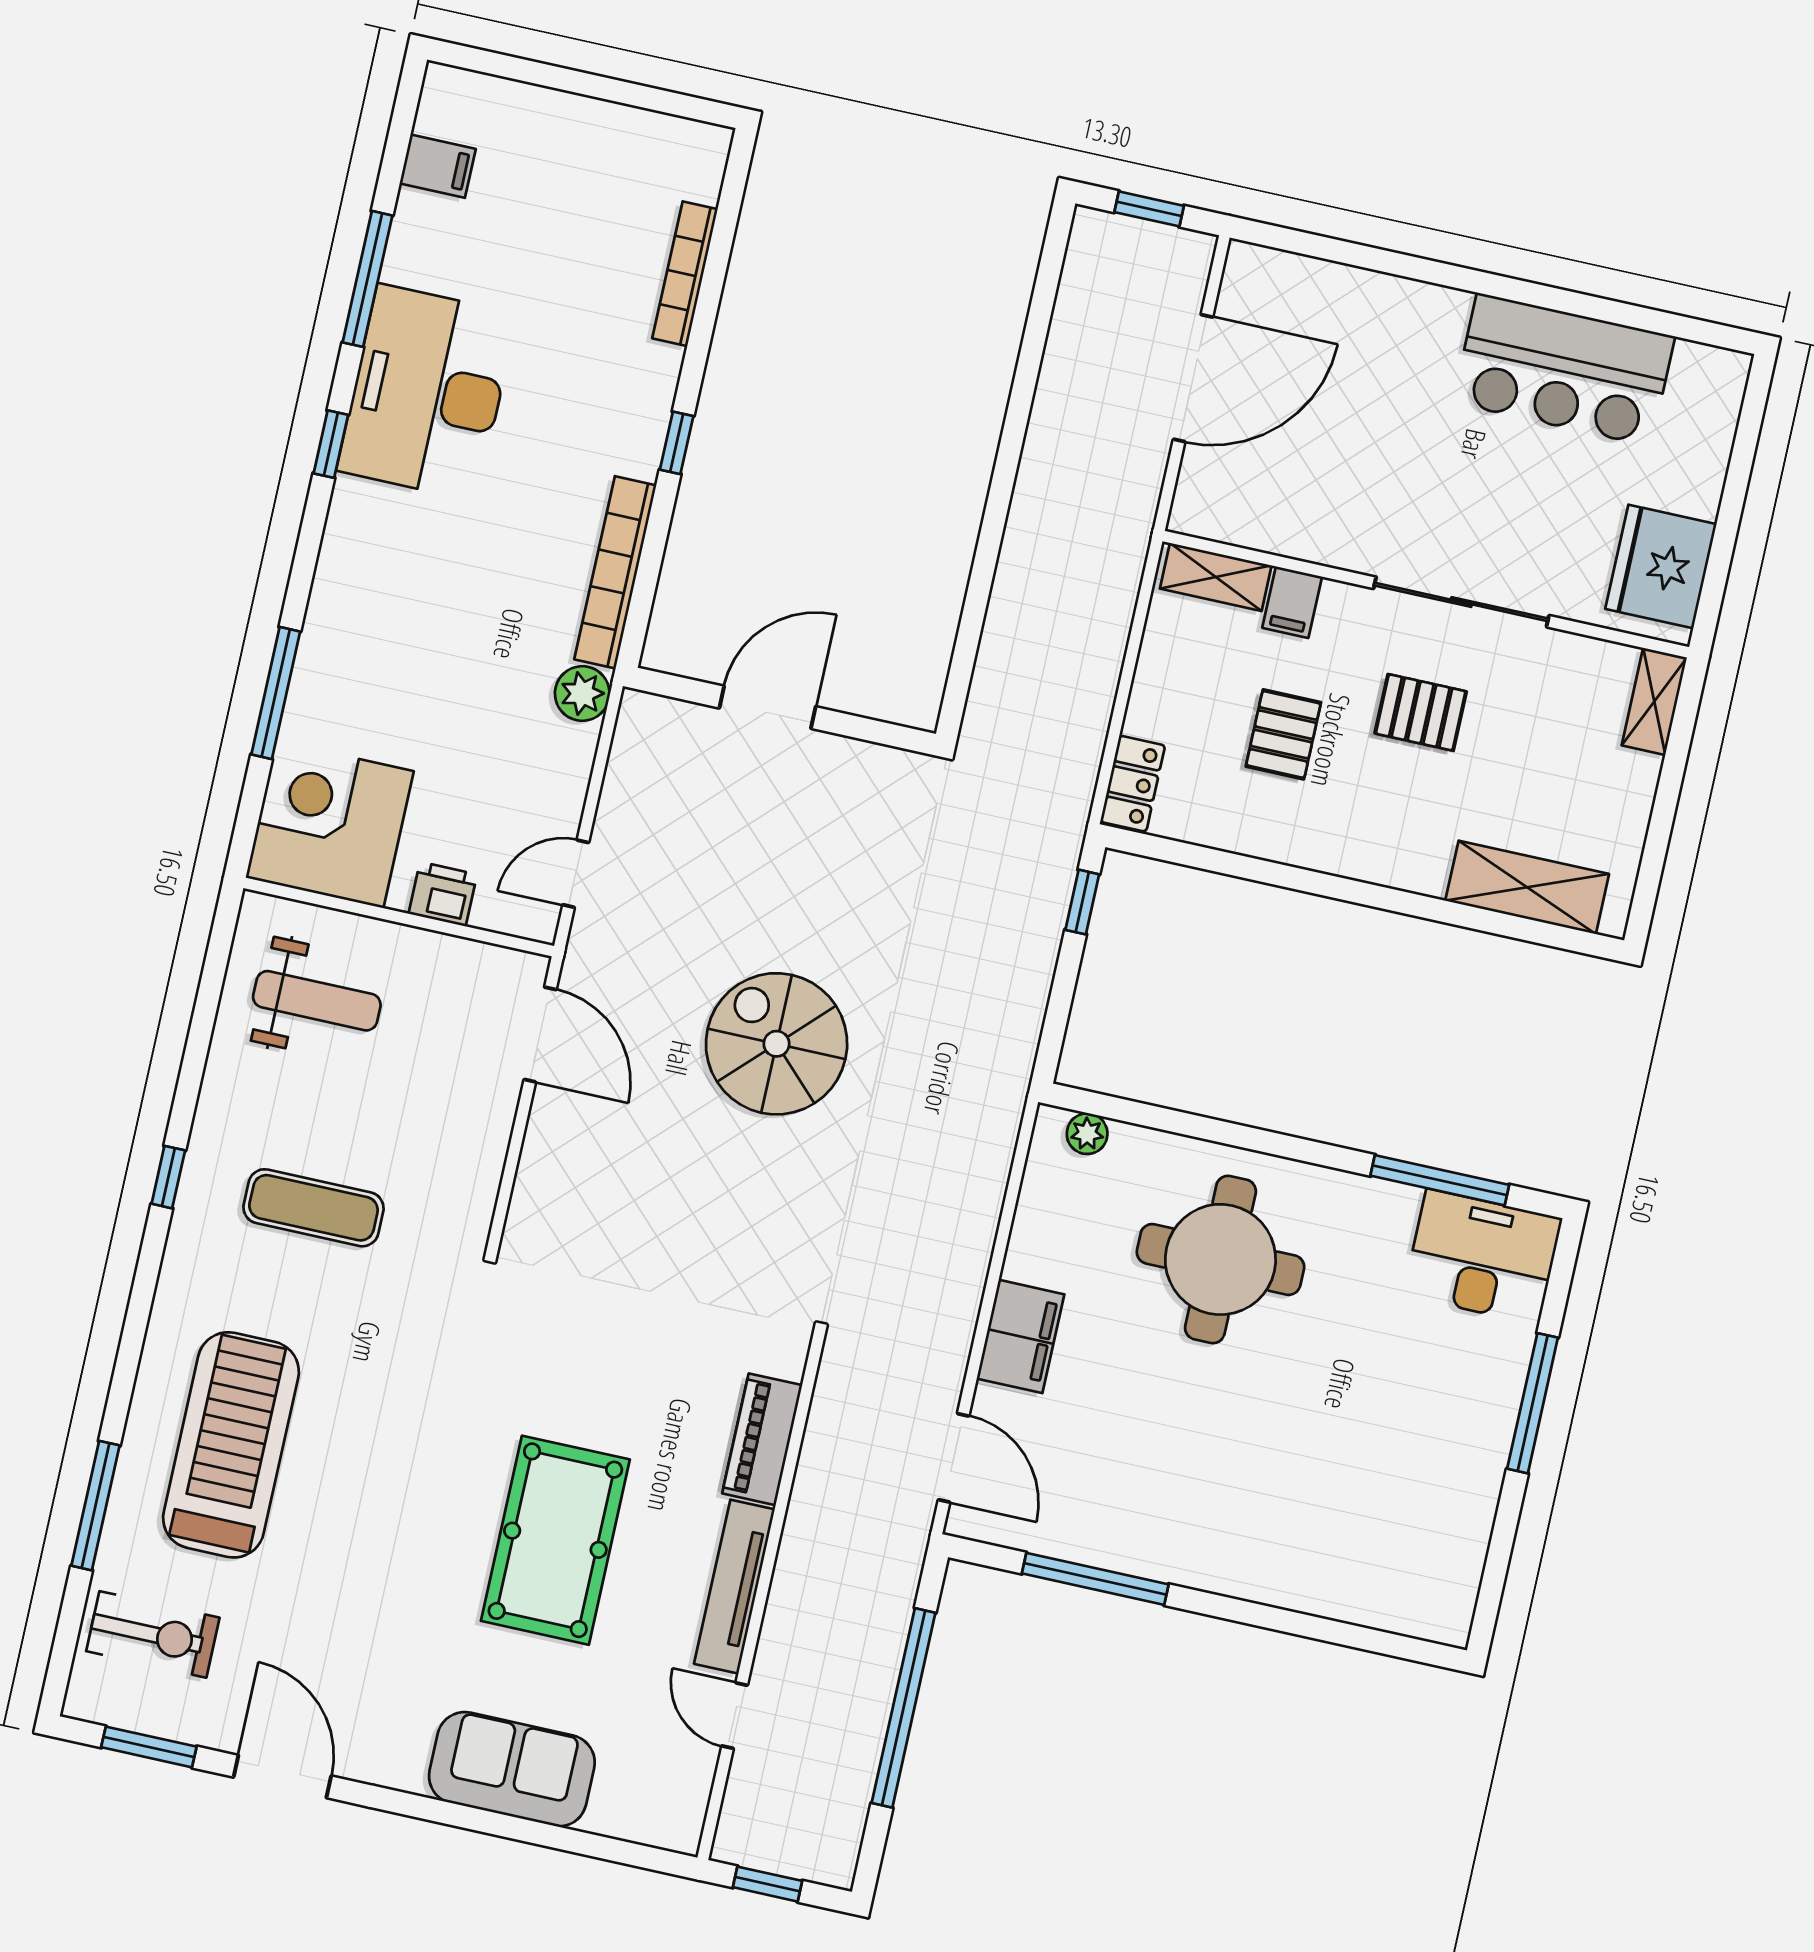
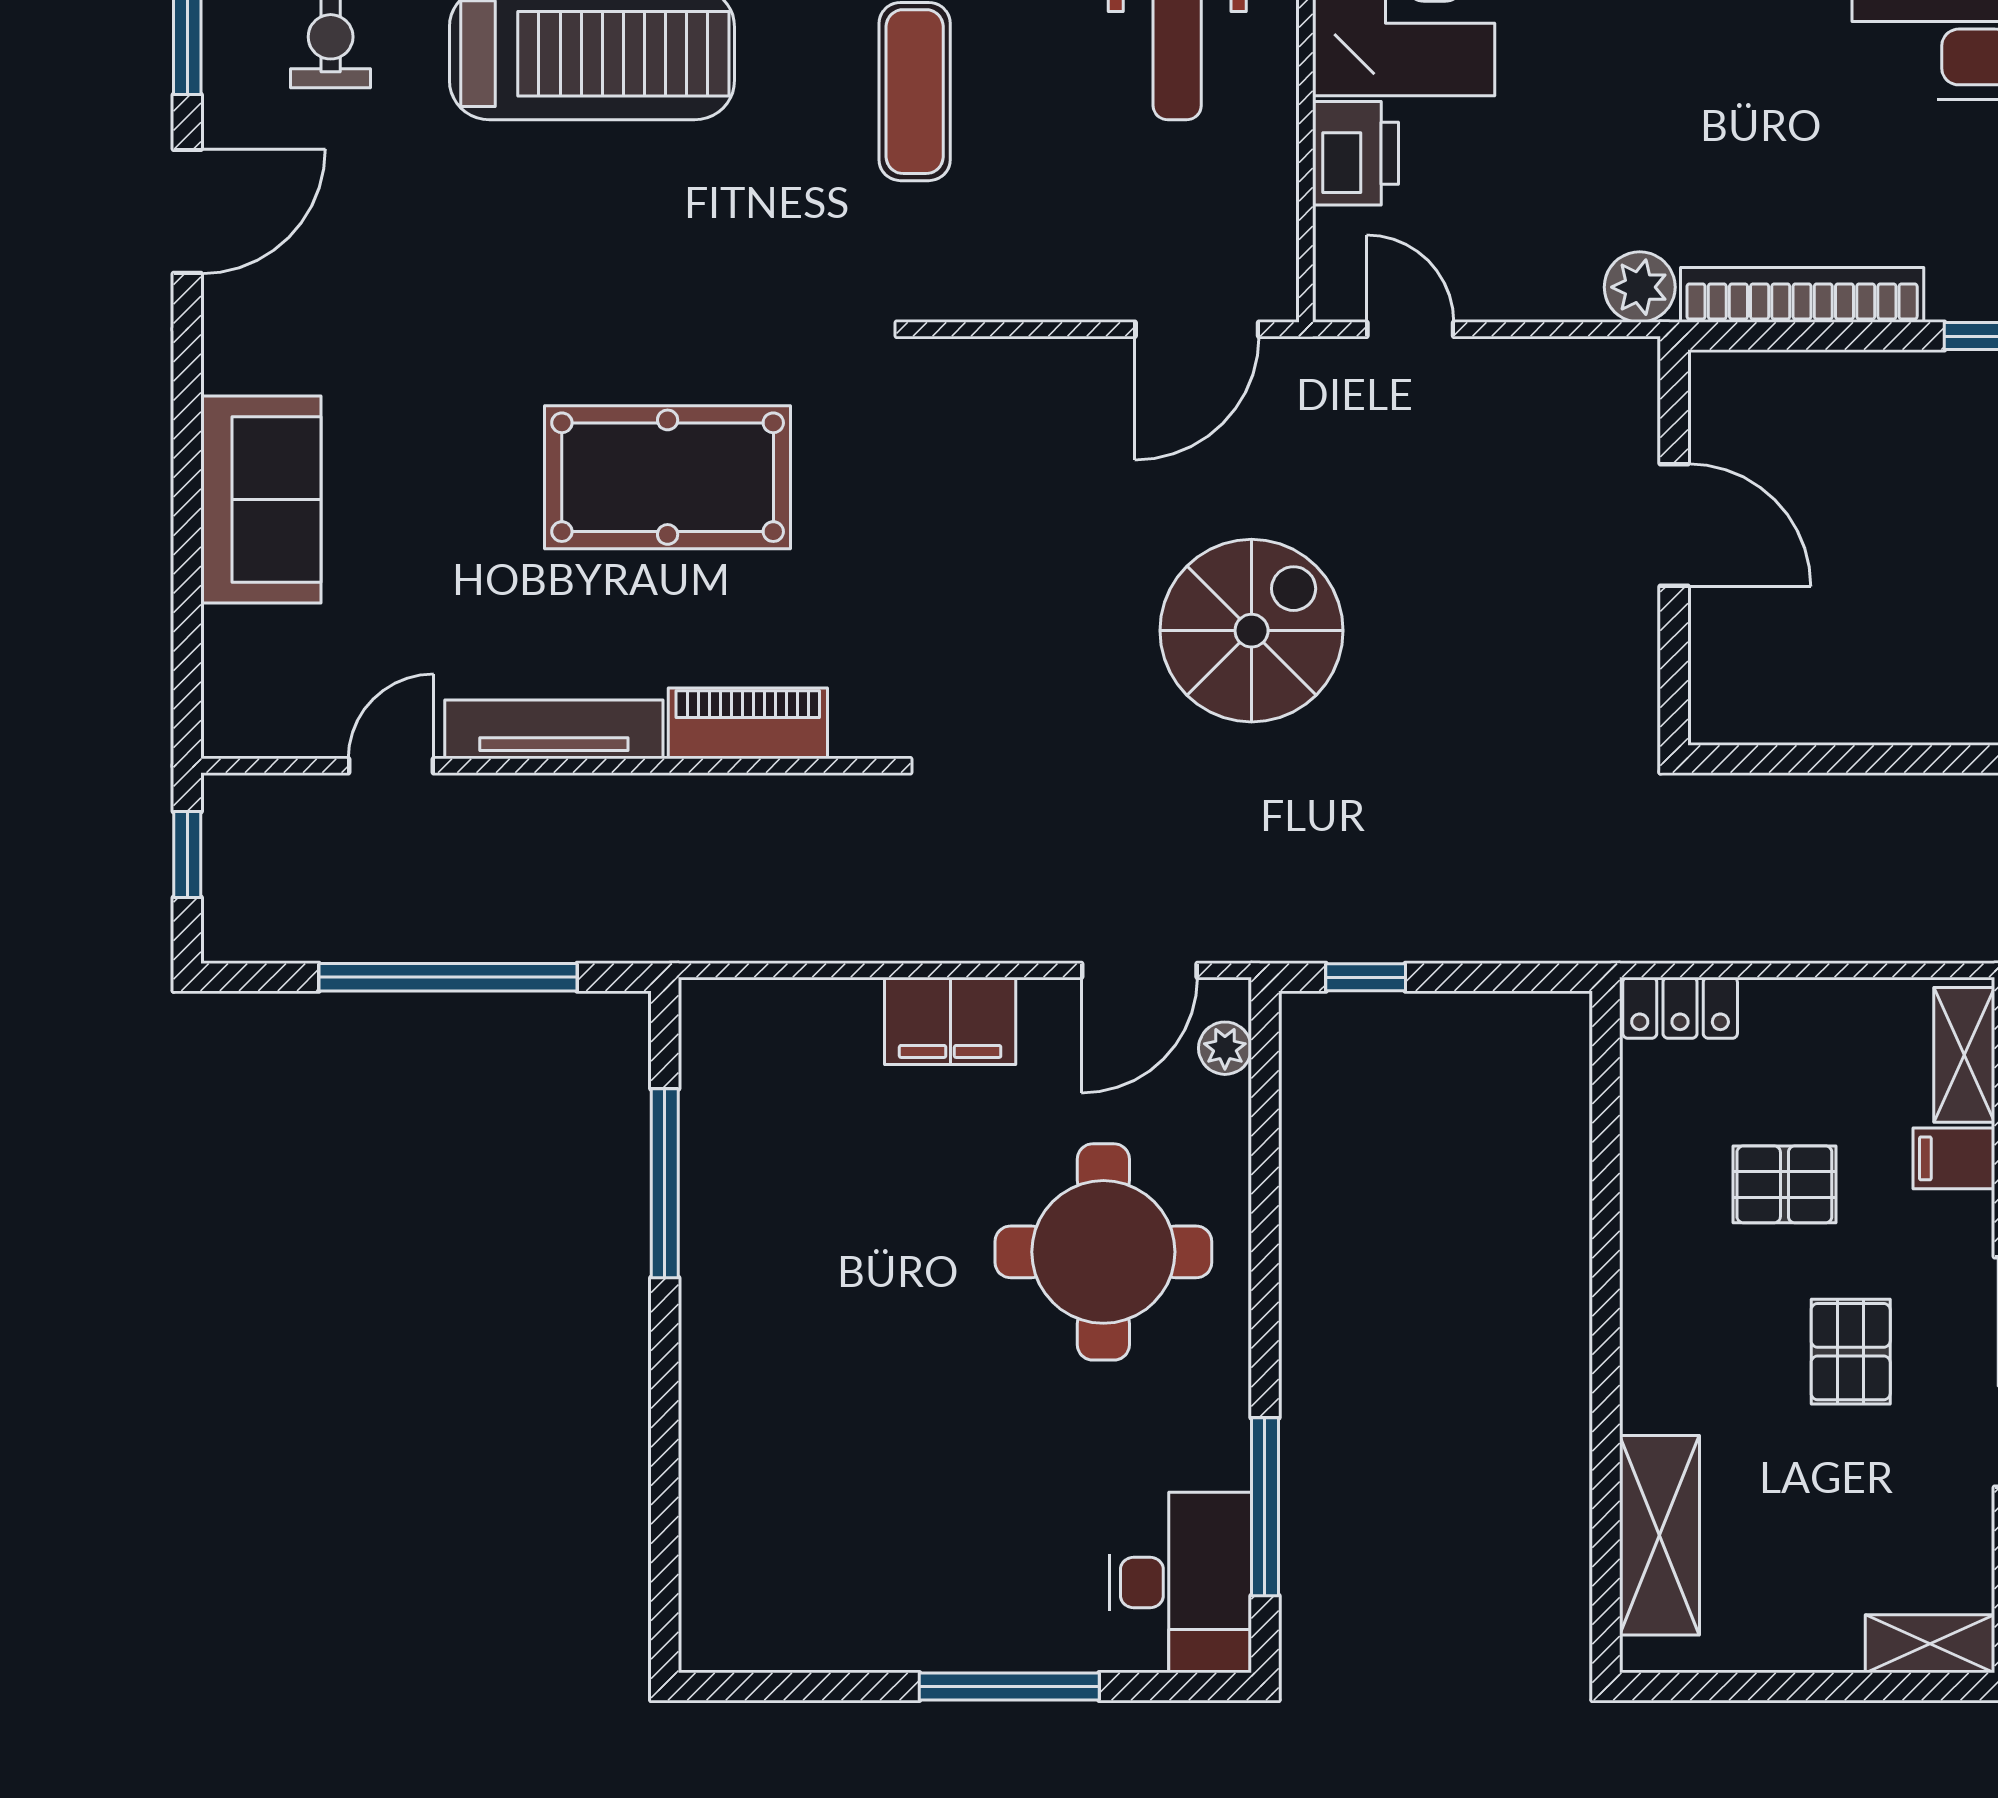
printer: (443, 894) -> (1355, 153), width x1.36, depth x1.24
window: (1082, 902) -> (1366, 977), moved
door: (954, 1458) -> (1139, 970), moved
pool table: (555, 1540) -> (668, 477), moved

